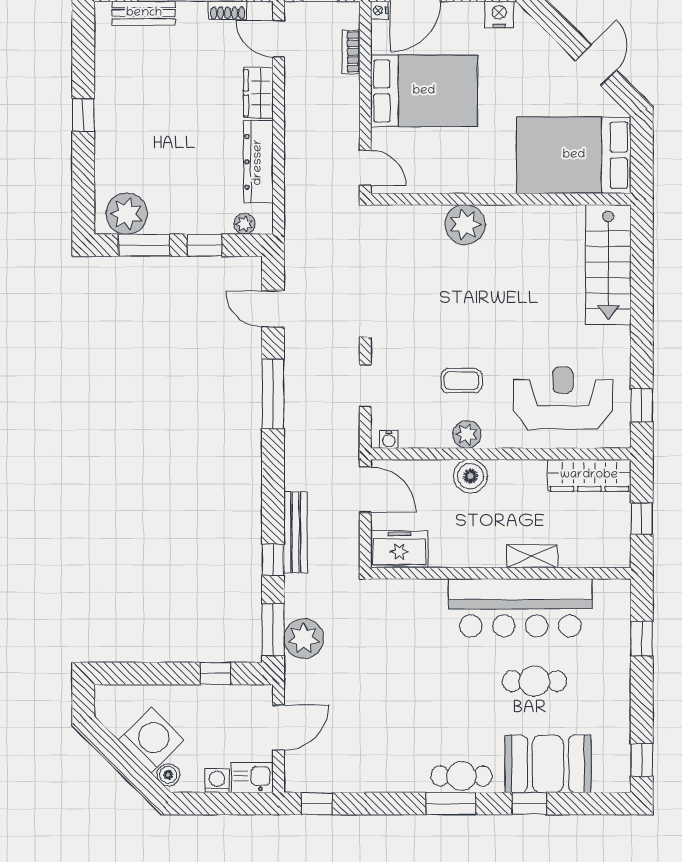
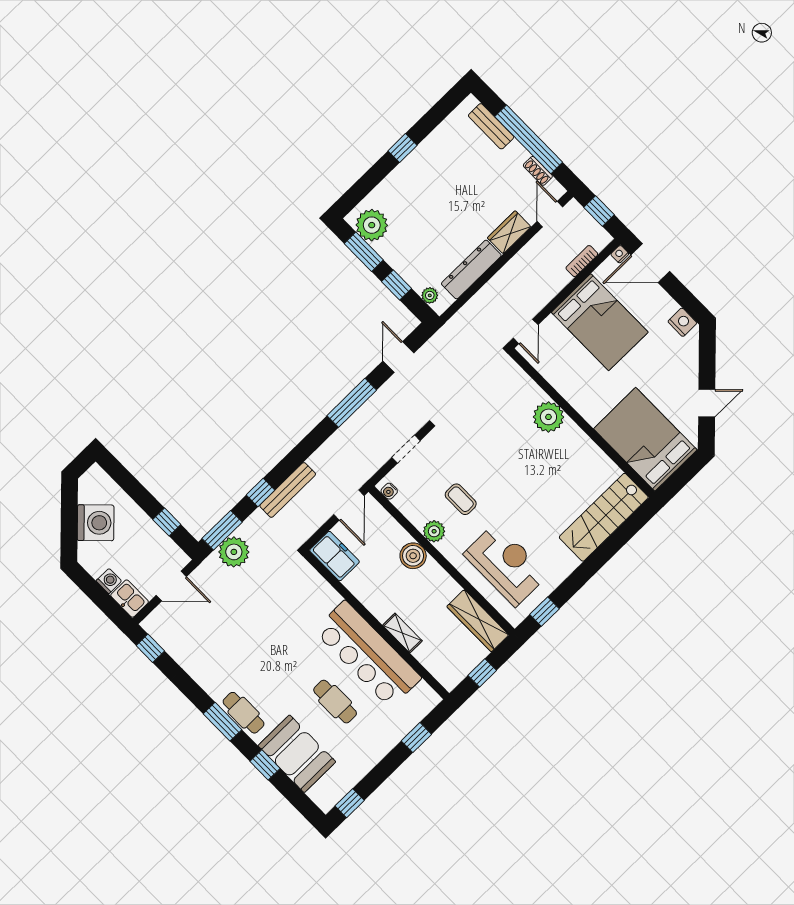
boiler: (168, 775) -> (86, 551), removed

